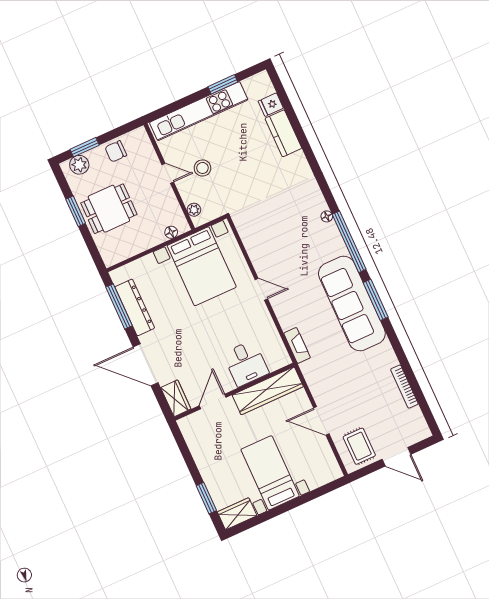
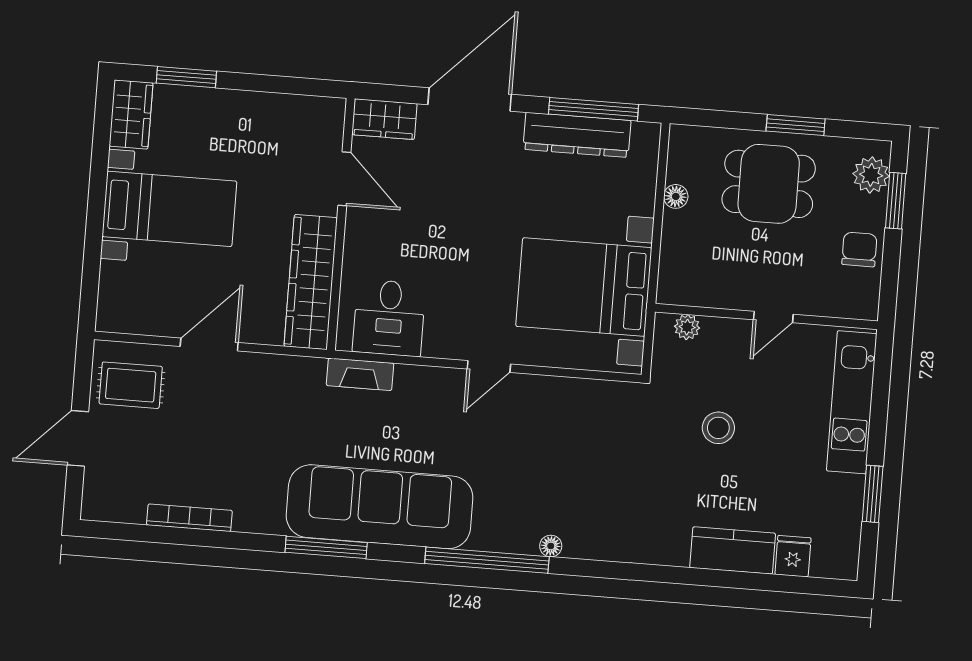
kitchen unit: (199, 111) -> (852, 402), width x0.73
stool: (202, 168) -> (718, 428), moved
dining table: (109, 209) -> (769, 184), turned 90
floor lamp: (171, 232) -> (676, 196), moved
window: (376, 300) -> (326, 547), moved
desk: (246, 363) -> (389, 318), moved, turned -90

